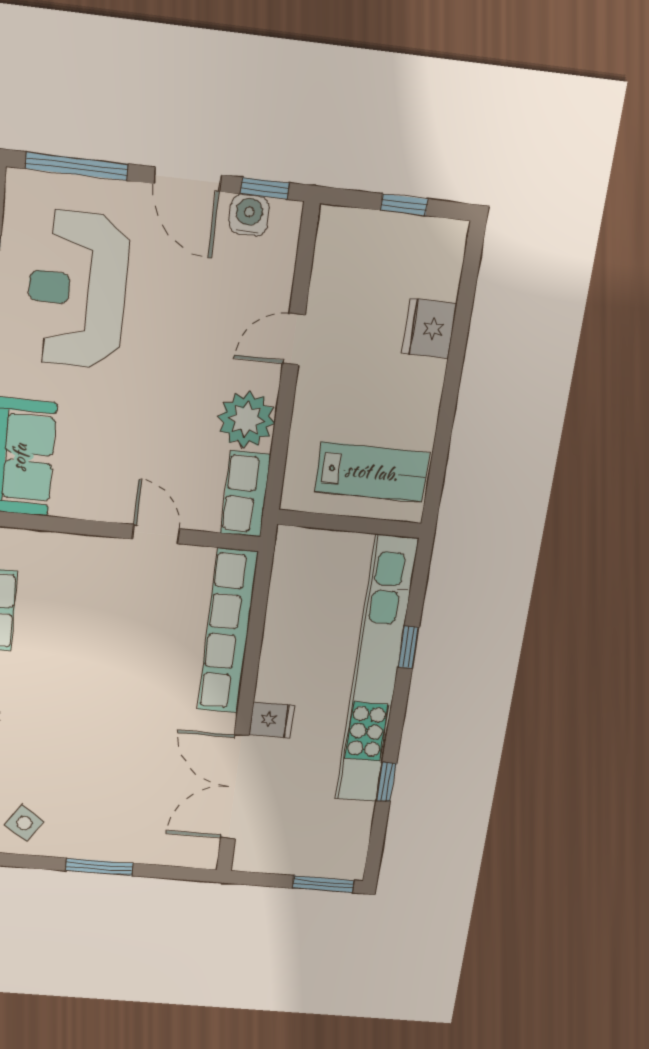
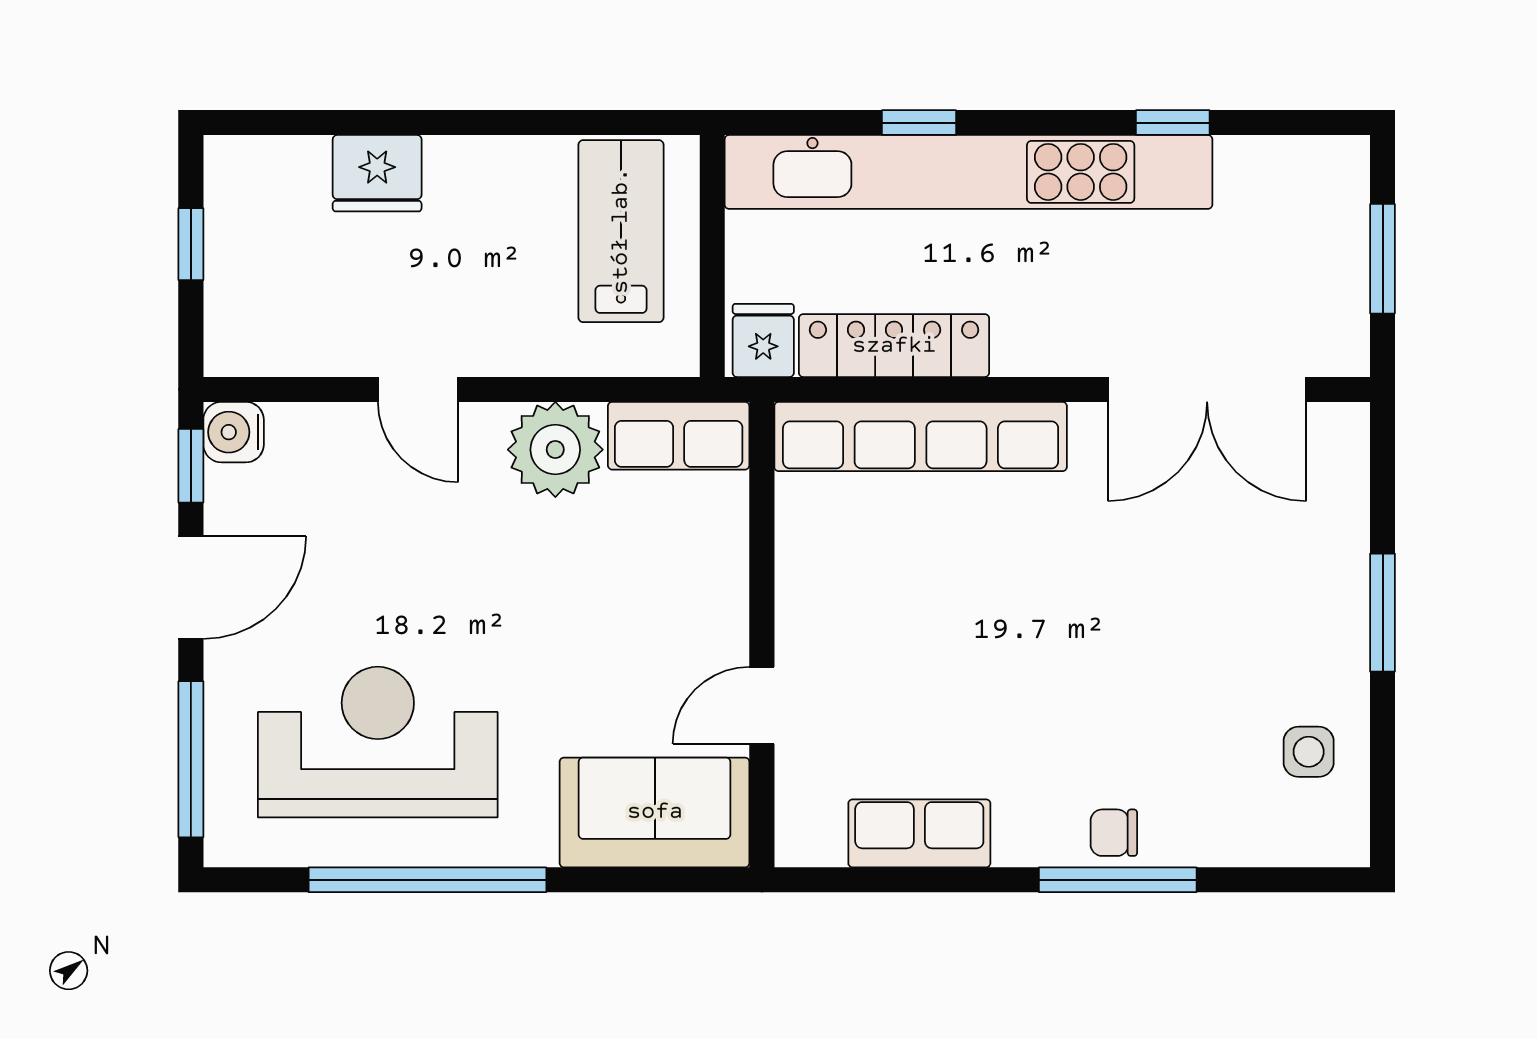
water cooler: (249, 215) -> (234, 432), moved
reception desk: (77, 290) -> (378, 742), turned 180
door: (156, 534) -> (762, 705), moved
locker: (282, 622) -> (894, 346), added
fridge: (272, 720) -> (763, 340), moved
side table: (24, 823) -> (1309, 752), turned -35
window: (323, 884) -> (1383, 259), moved

